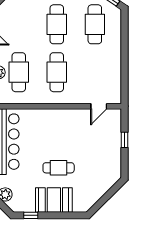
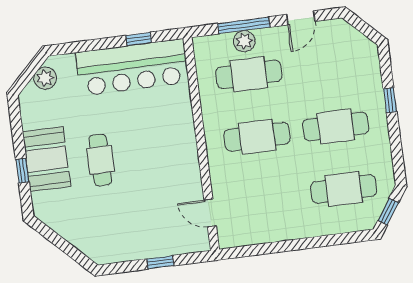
window: (31, 215) -> (22, 171), moved

